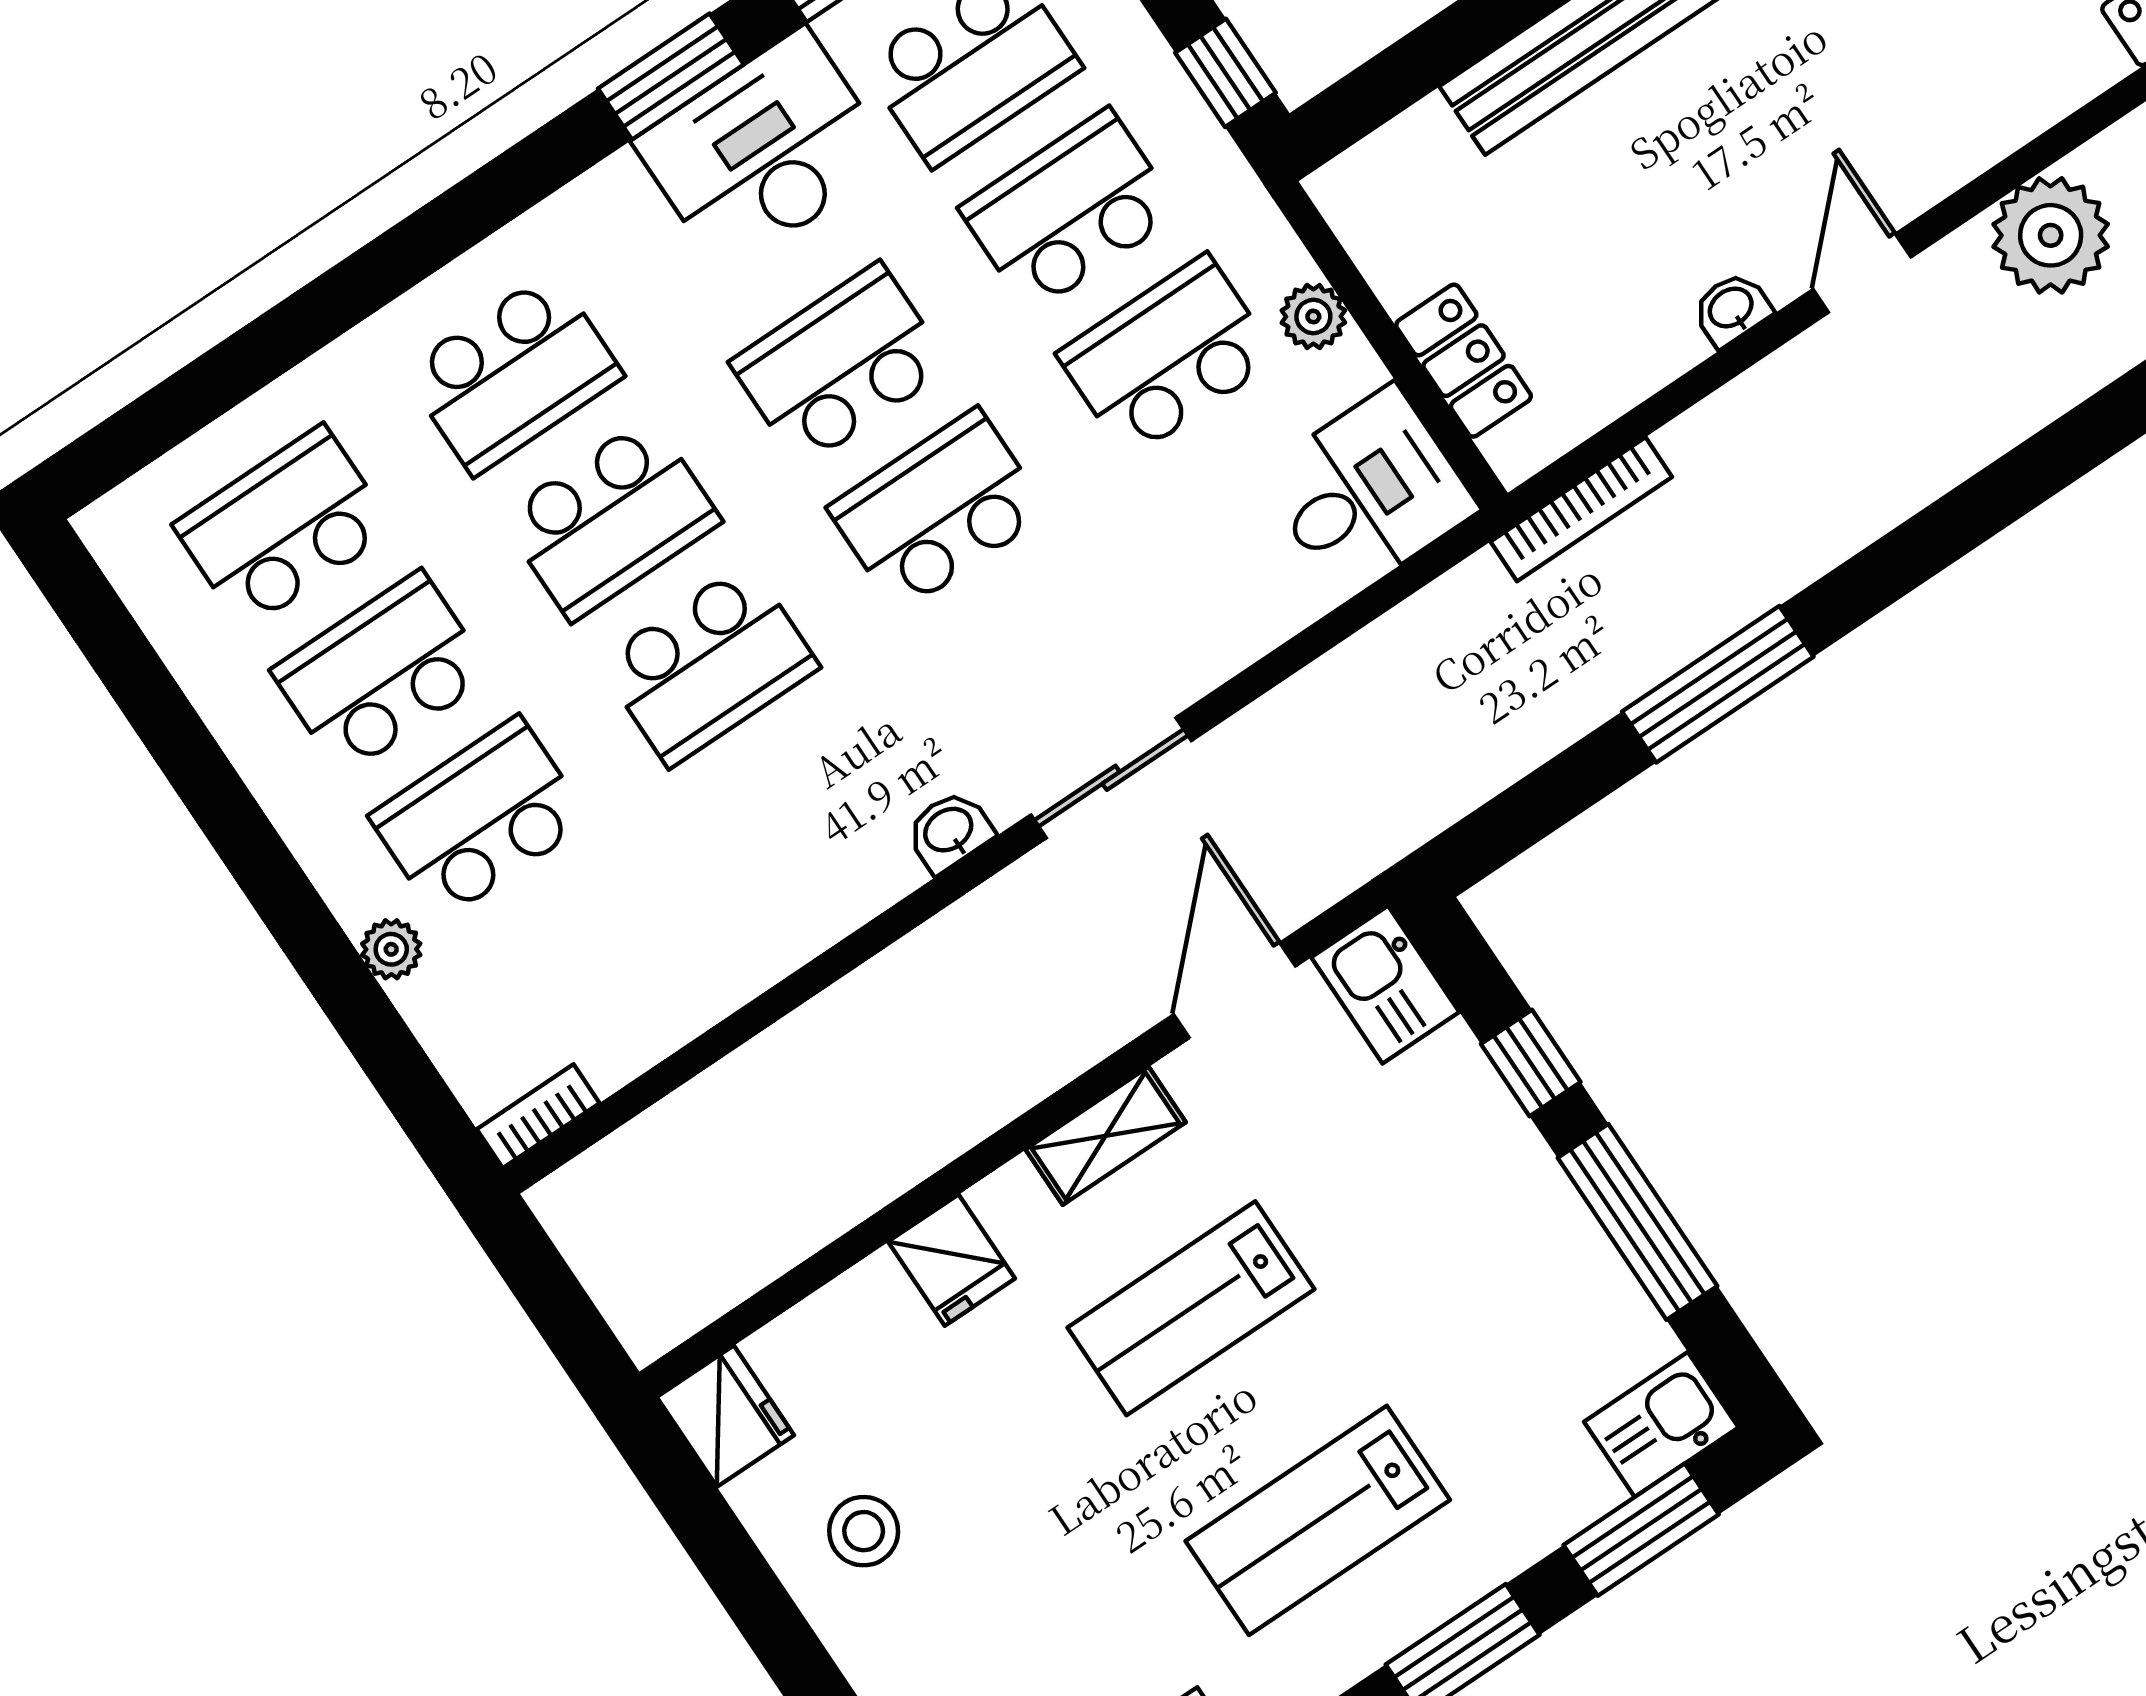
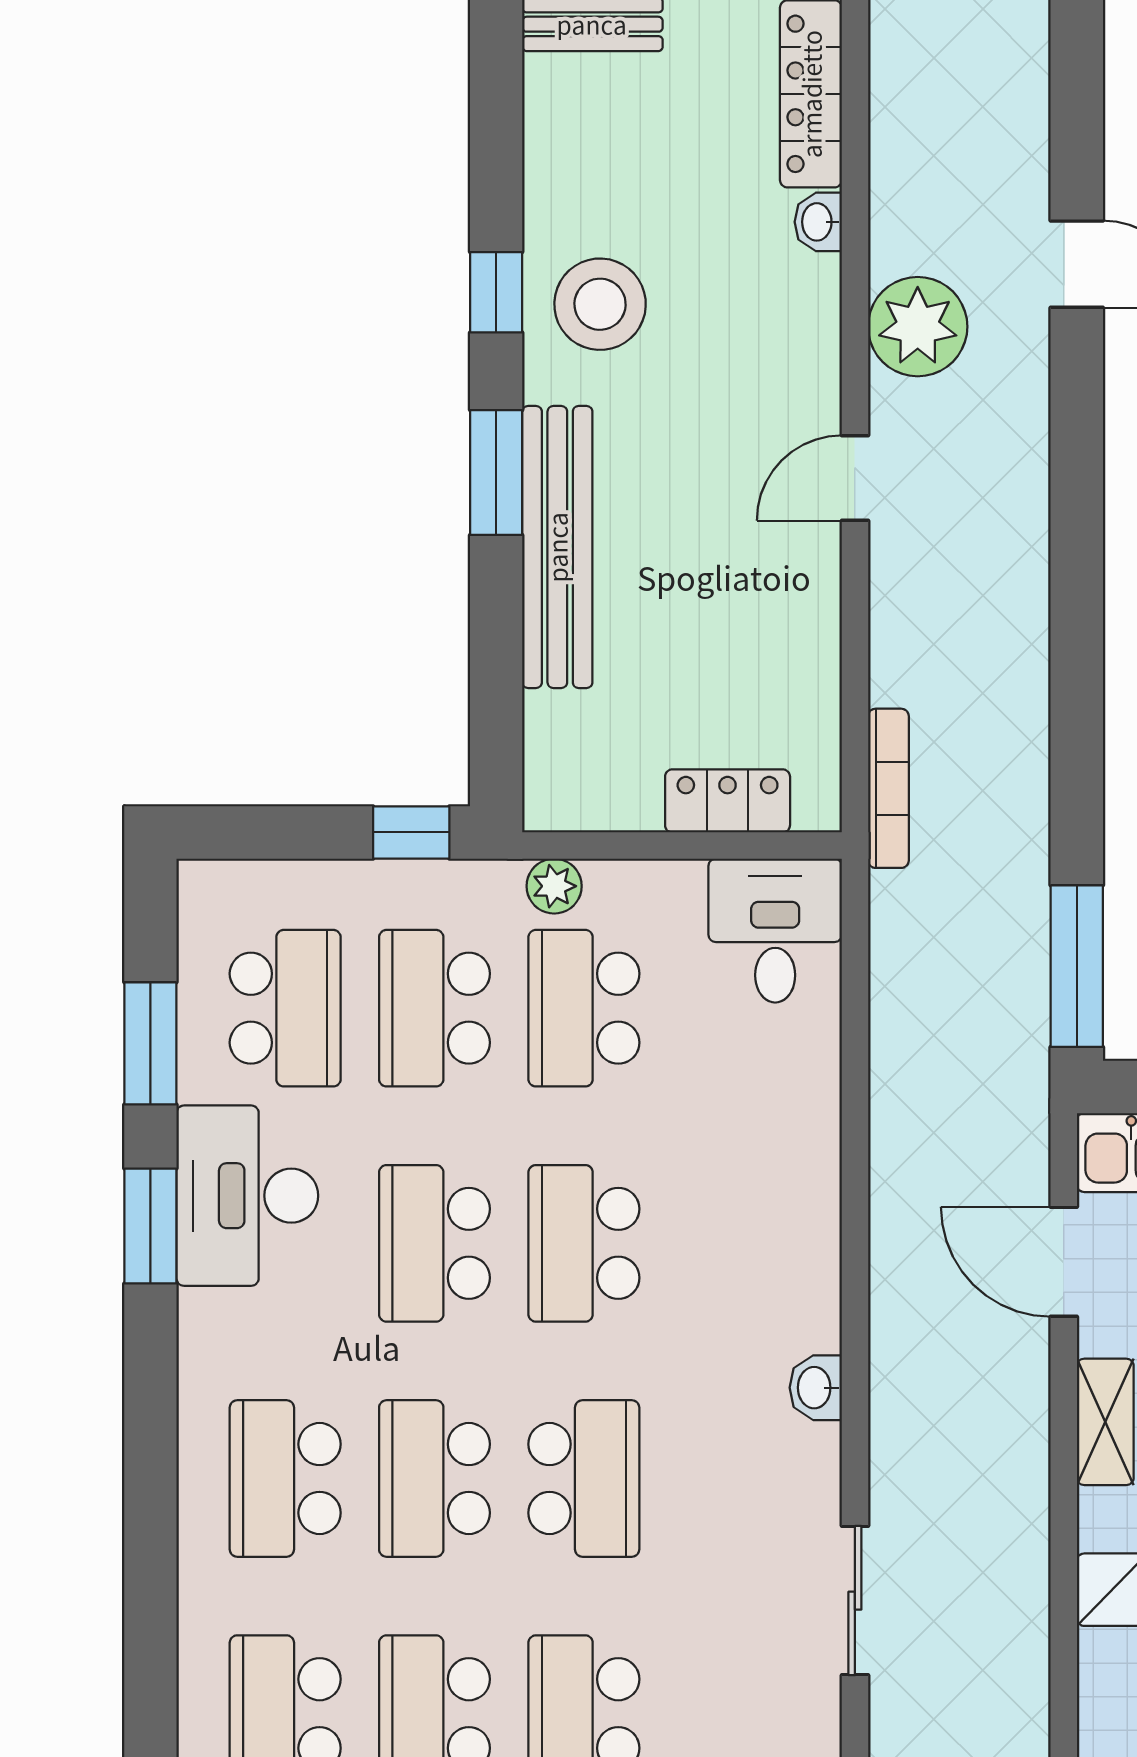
door: (1862, 273) -> (855, 478), hinge flipped
washbasin: (1732, 309) -> (818, 222), moved
plant: (1313, 317) -> (554, 886), moved
school desk: (513, 373) -> (285, 1478), turned 180
school desk: (611, 519) -> (435, 1478), turned 180
window: (1718, 684) -> (1077, 966), moved
sliding door: (1111, 778) -> (855, 1601), moved

